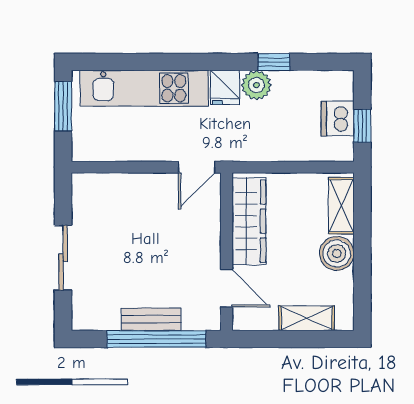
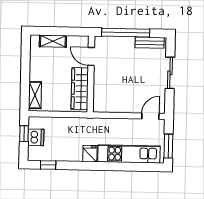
window: (274, 62) -> (48, 165), moved
plant: (256, 85) -> (75, 154), removed
door: (197, 167) -> (150, 116), moved
boiler: (337, 253) -> (38, 72), removed
bench: (151, 319) -> (150, 43), moved

